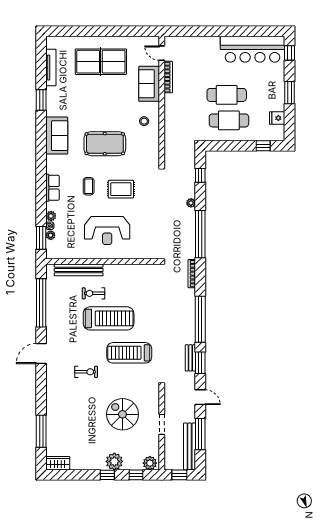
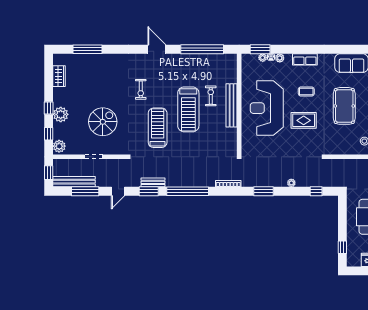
rug: (121, 189) -> (304, 120), turned 90
reception desk: (107, 230) -> (267, 108), width x1.36, depth x1.30
window: (200, 234) -> (264, 191), width x0.47
bench: (79, 270) -> (232, 105), moved
wardrobe: (58, 463) -> (59, 76), moved

